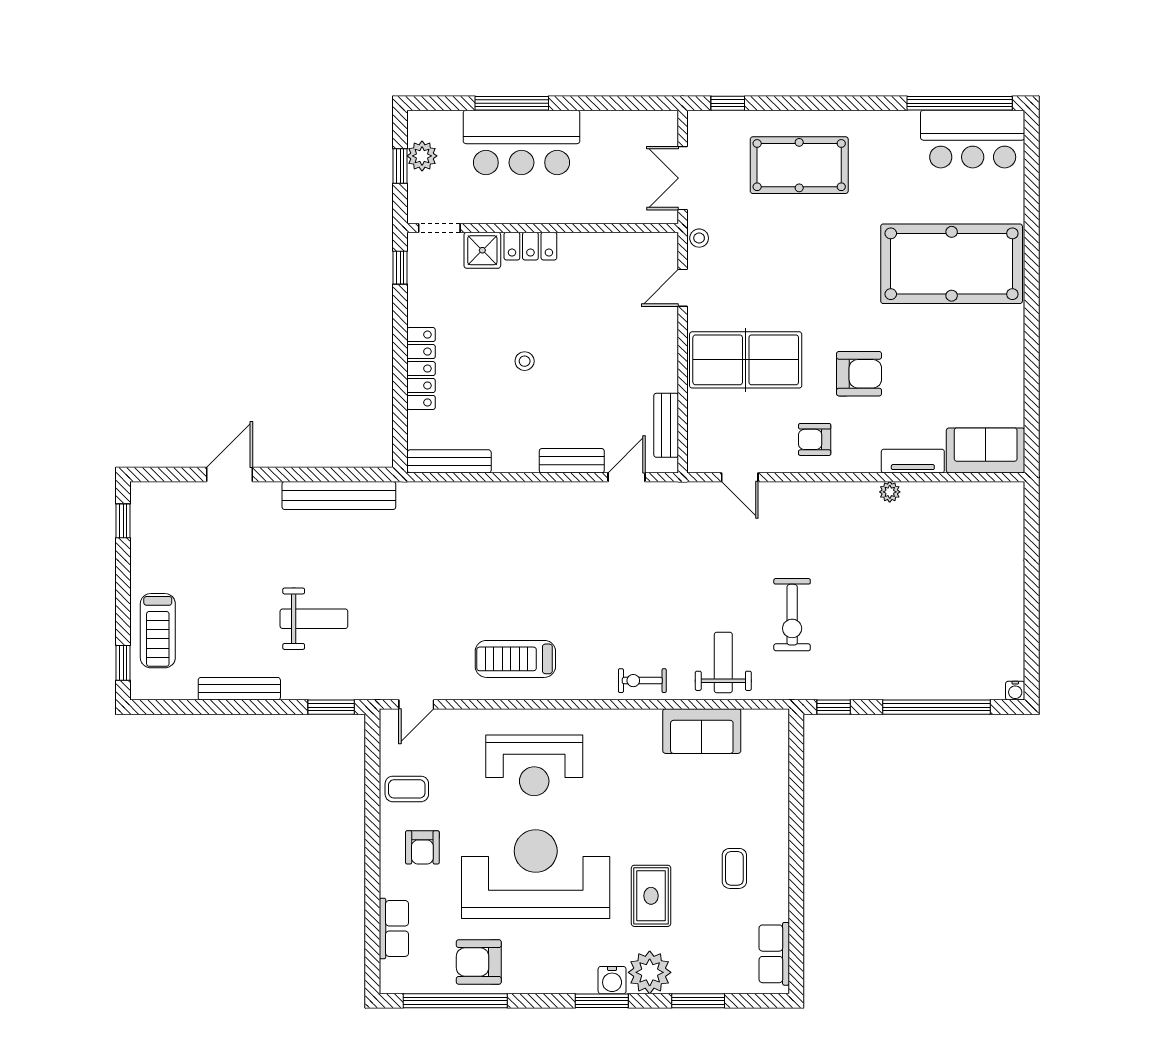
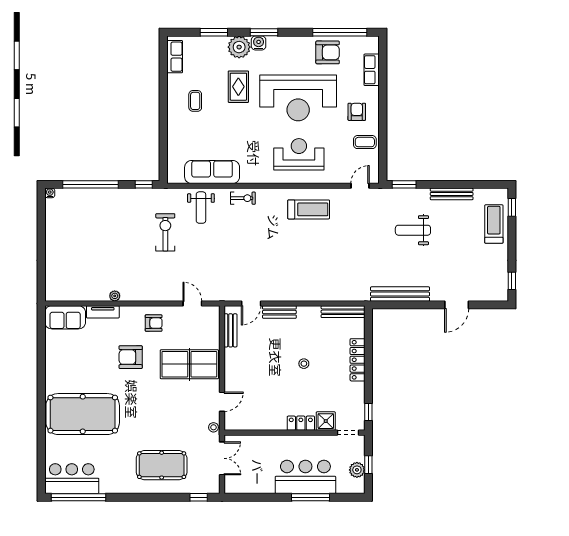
sofa: (702, 731) -> (212, 172), width x1.36

